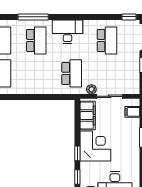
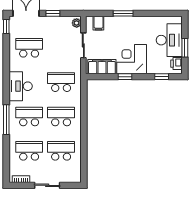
school desk: (36, 73) -> (61, 116), added
plant: (91, 89) -> (77, 23), moved
window: (77, 153) -> (125, 77), moved

